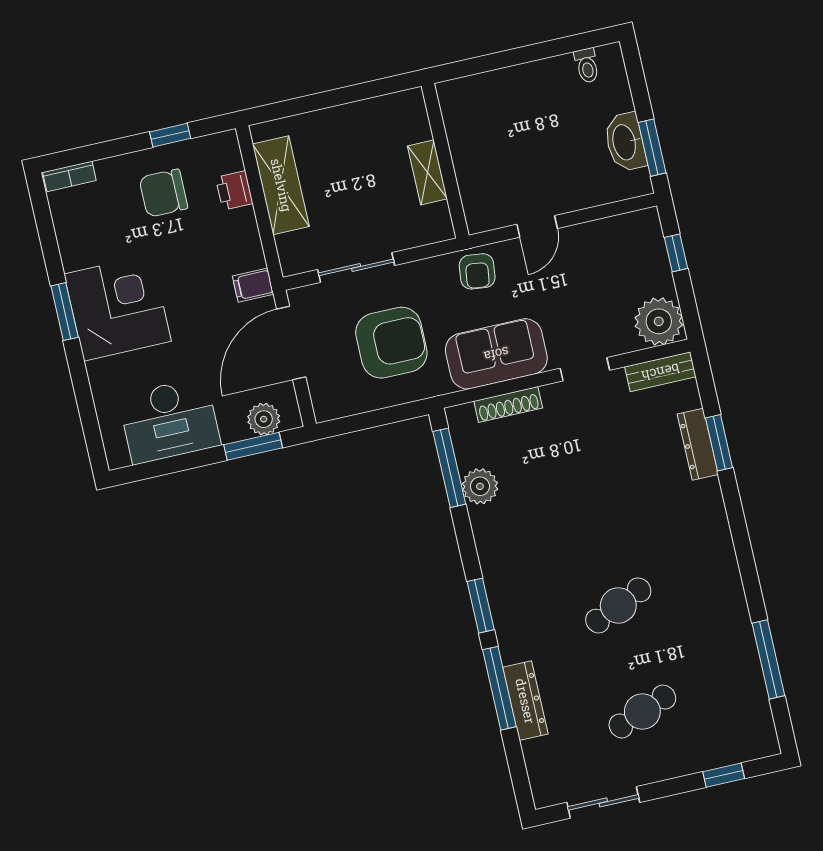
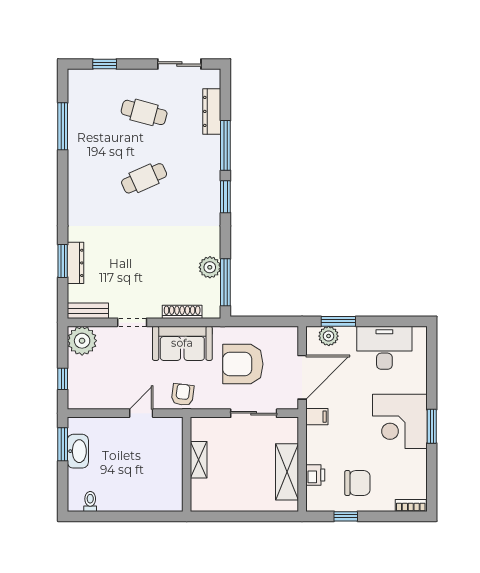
dresser: (525, 701) -> (212, 111), moved
cafe table: (642, 712) -> (144, 112), turned 36

